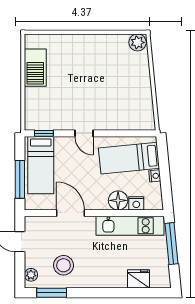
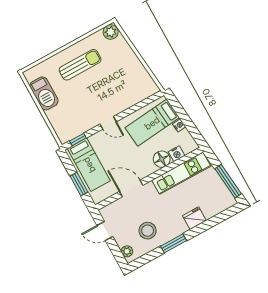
sun lounger: (88, 59) -> (80, 65), added
window: (20, 179) -> (79, 184), width x0.69
window: (172, 244) -> (228, 181), moved
fridge: (139, 279) -> (194, 218), moved
window: (52, 293) -> (174, 243), moved

